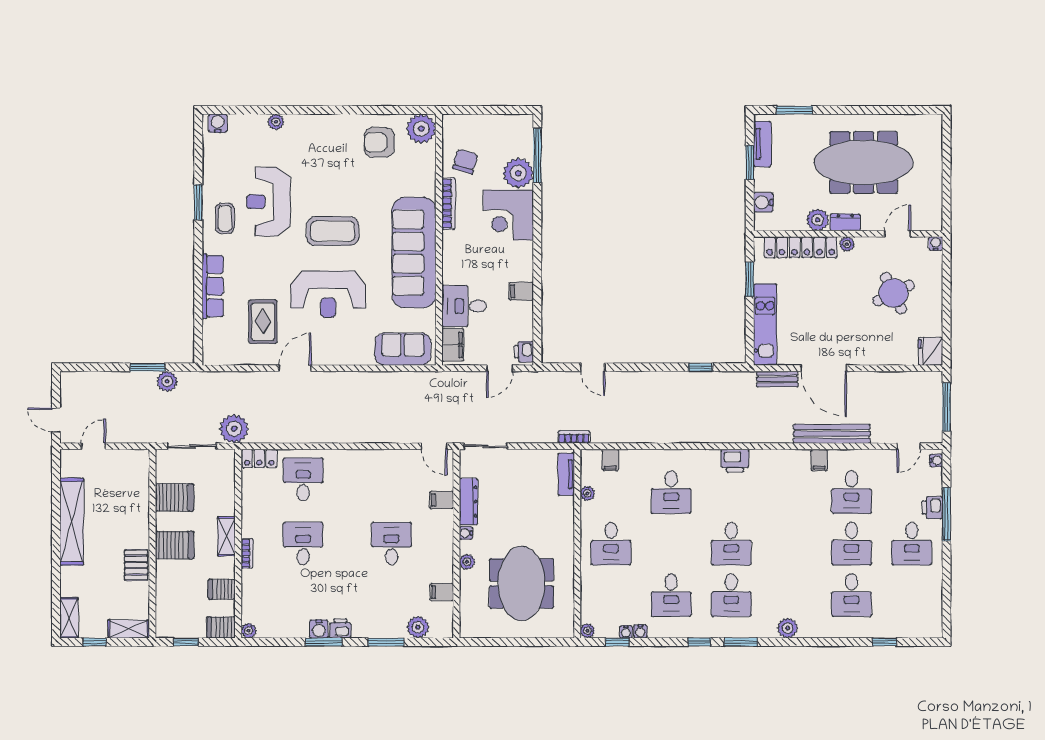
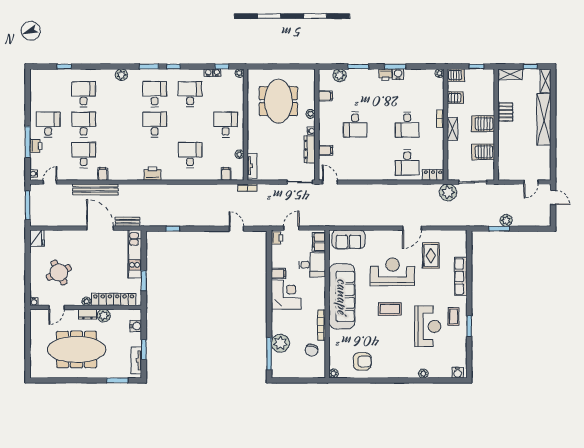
plant: (421, 129) -> (334, 373), width x0.53, depth x0.53
corner desk: (508, 215) -> (286, 295), moved
coffee table: (333, 231) -> (390, 309), width x0.73, depth x0.76
plant: (167, 381) -> (506, 220), moved
shelving: (72, 522) -> (544, 119), moved

